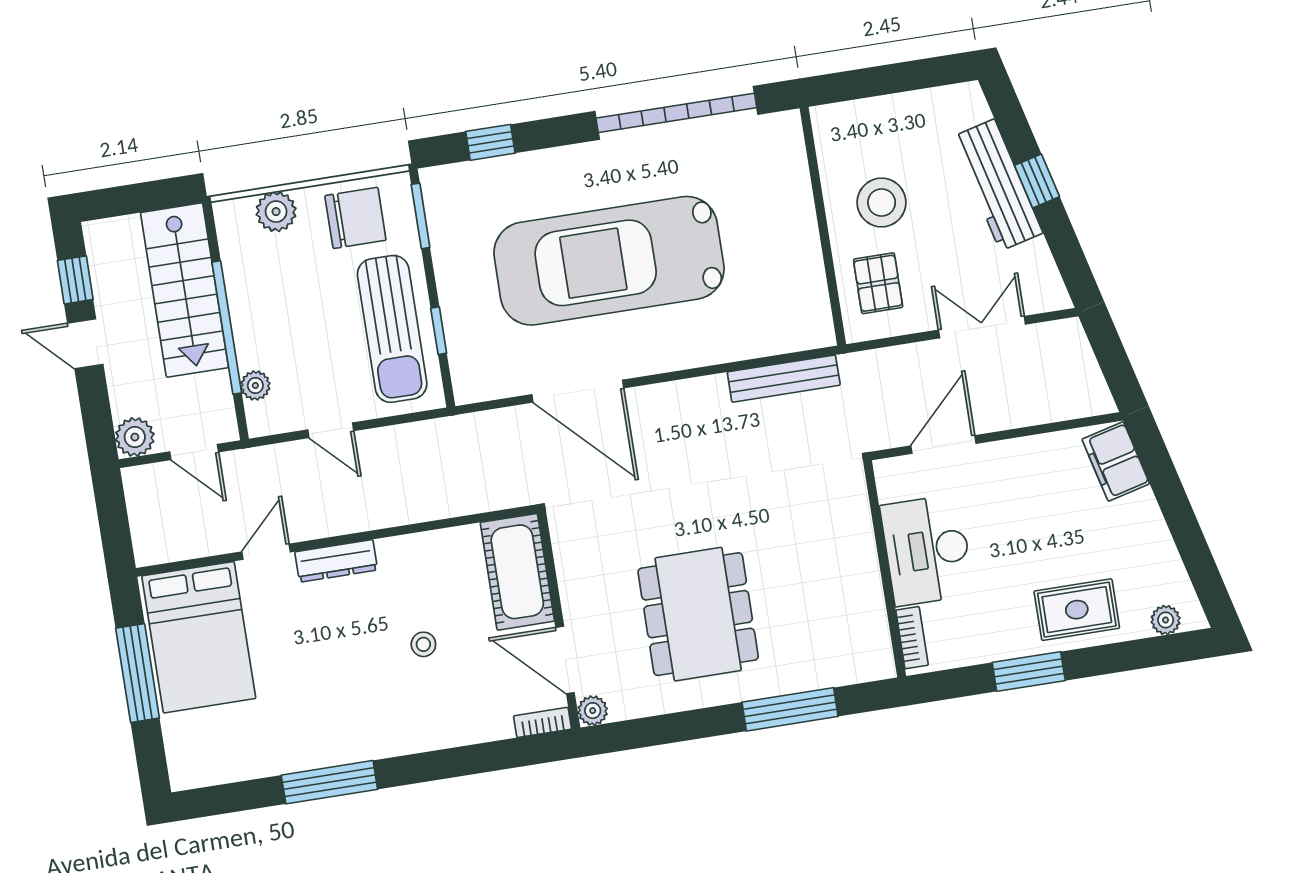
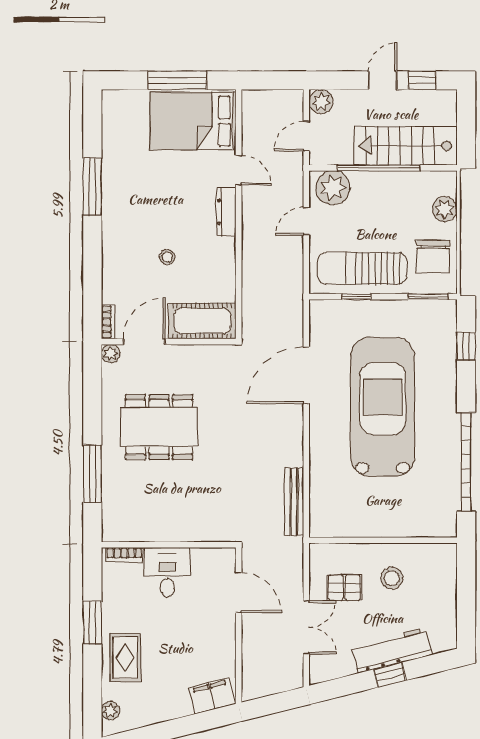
stool: (882, 202) -> (392, 578), width x0.73, depth x0.73
pallet: (878, 283) -> (344, 588), moved
plant: (255, 385) -> (333, 188), width x1.88, depth x1.88
desk: (927, 550) -> (167, 572), width x0.73

